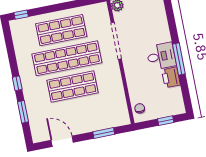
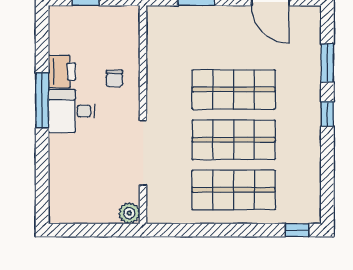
shop shelf: (67, 58) -> (234, 140), width x0.71
chair: (140, 108) -> (114, 79), moved

